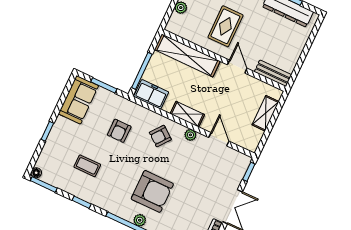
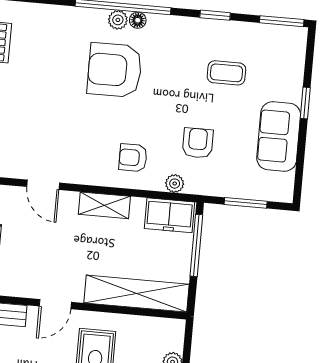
door: (237, 67) -> (55, 304), hinge flipped
sofa: (78, 100) -> (279, 136), moved
plant: (190, 135) -> (175, 184), moved
armchair: (160, 136) -> (133, 158), turned -128
floor lamp: (36, 173) -> (138, 20), moved

